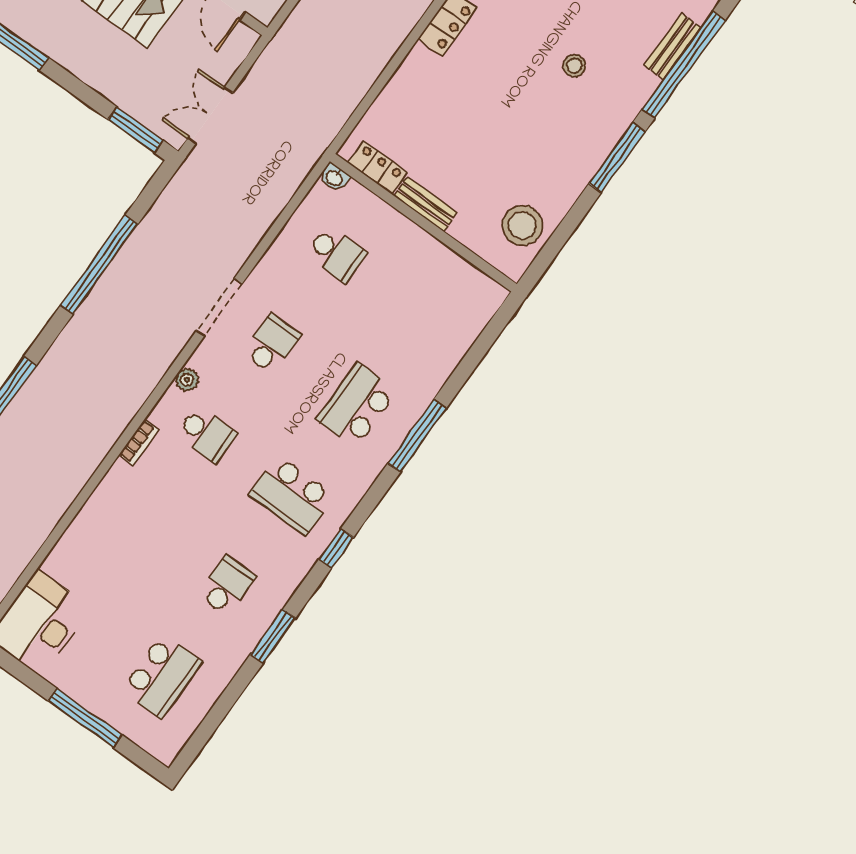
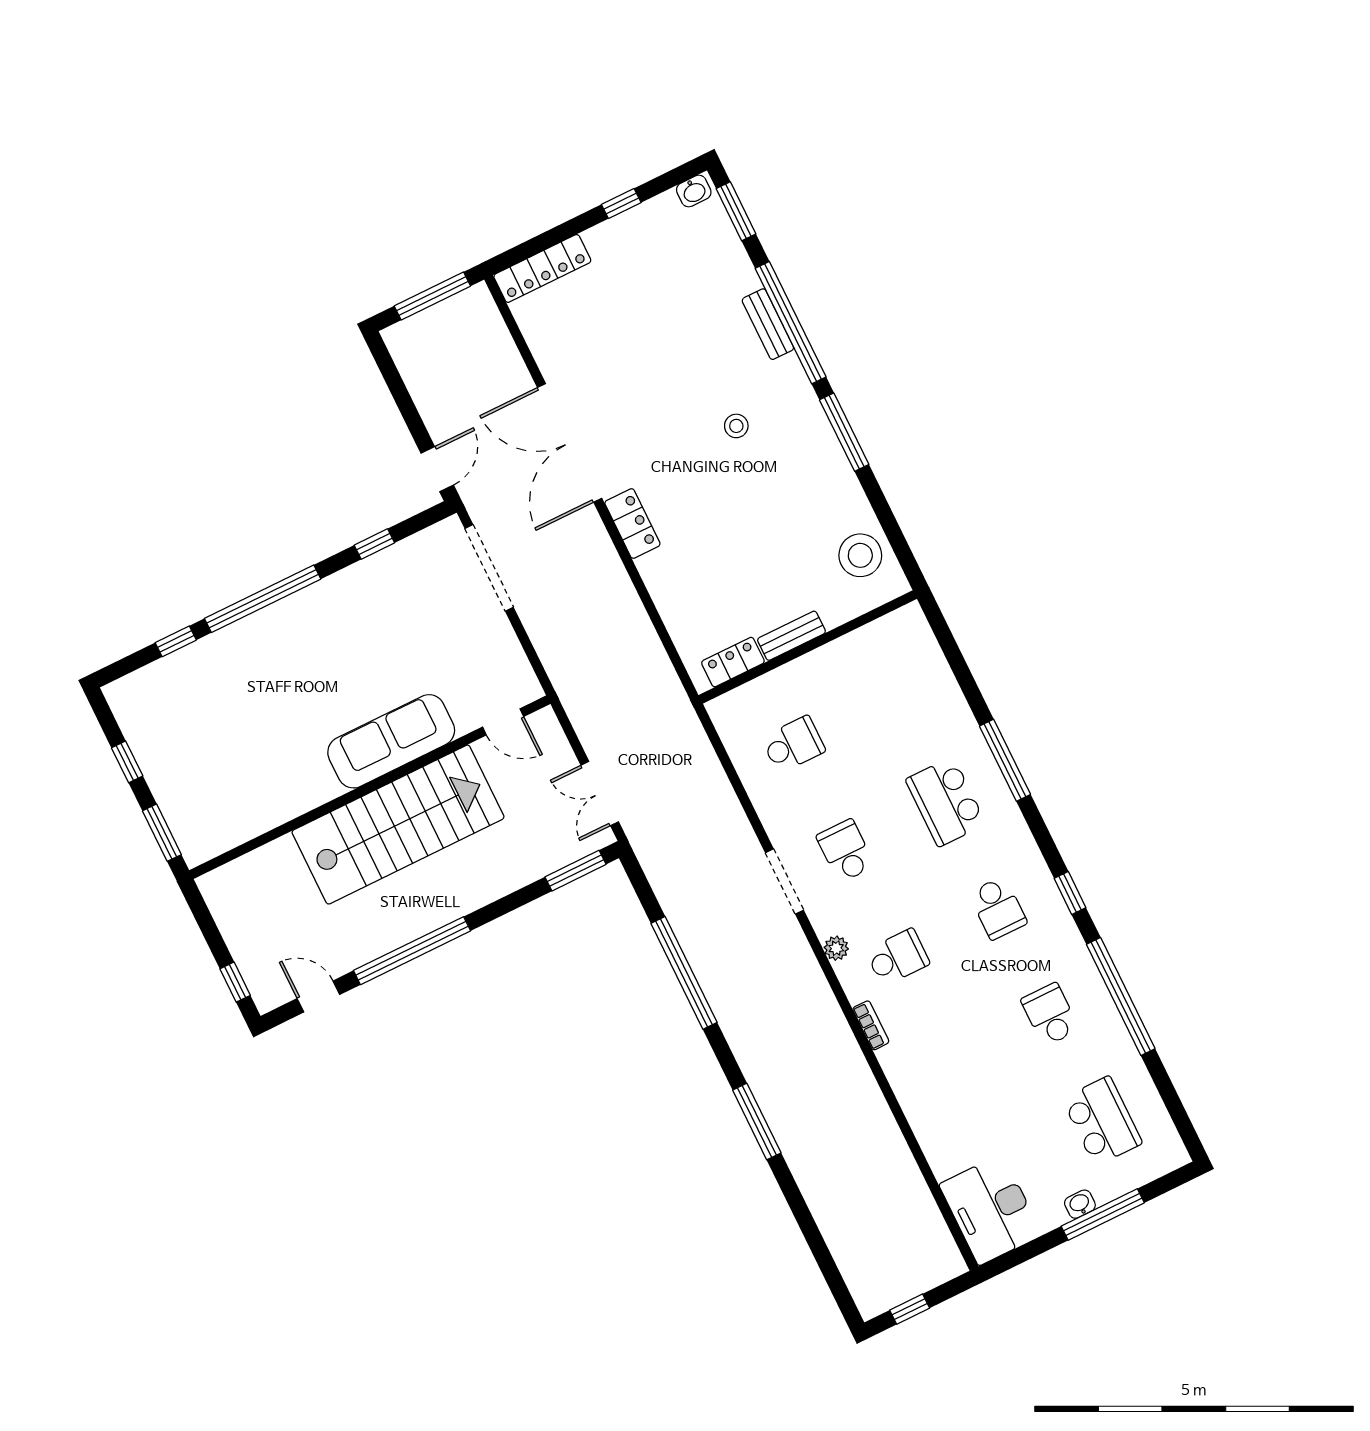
washbasin: (334, 177) -> (1080, 1204), moved, turned 180
school desk: (292, 495) -> (998, 908), width x0.54
window: (273, 636) -> (1121, 997), width x2.11

